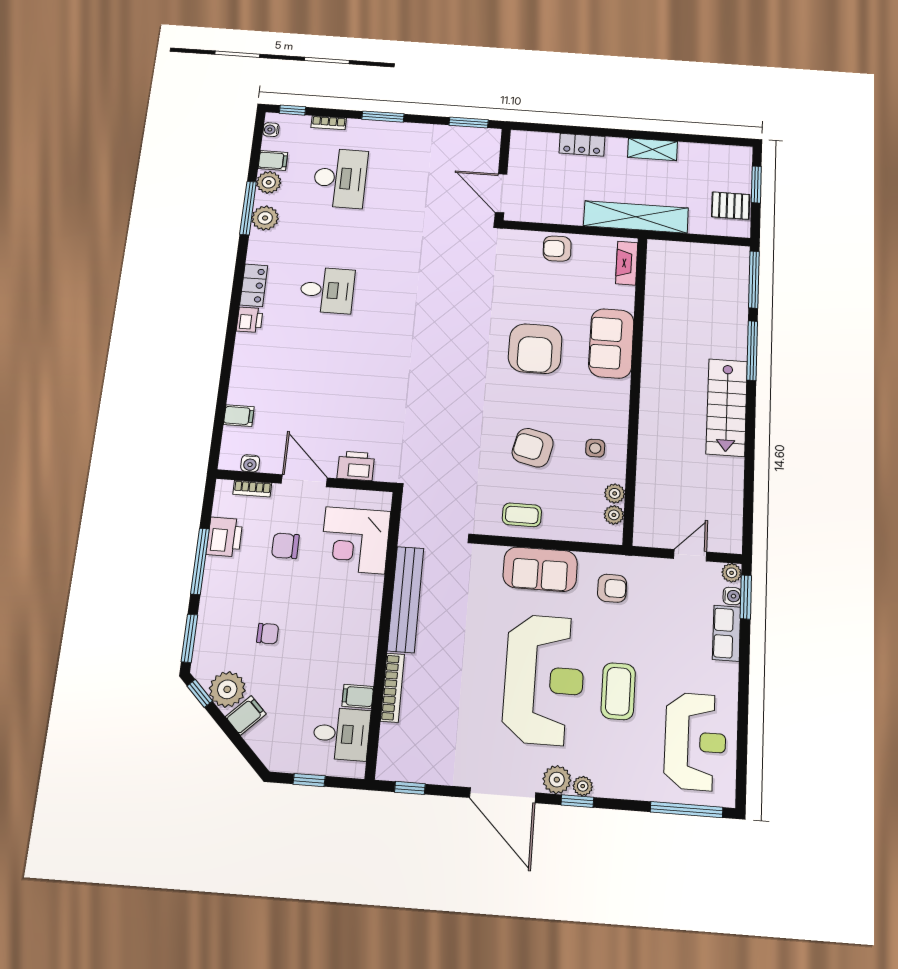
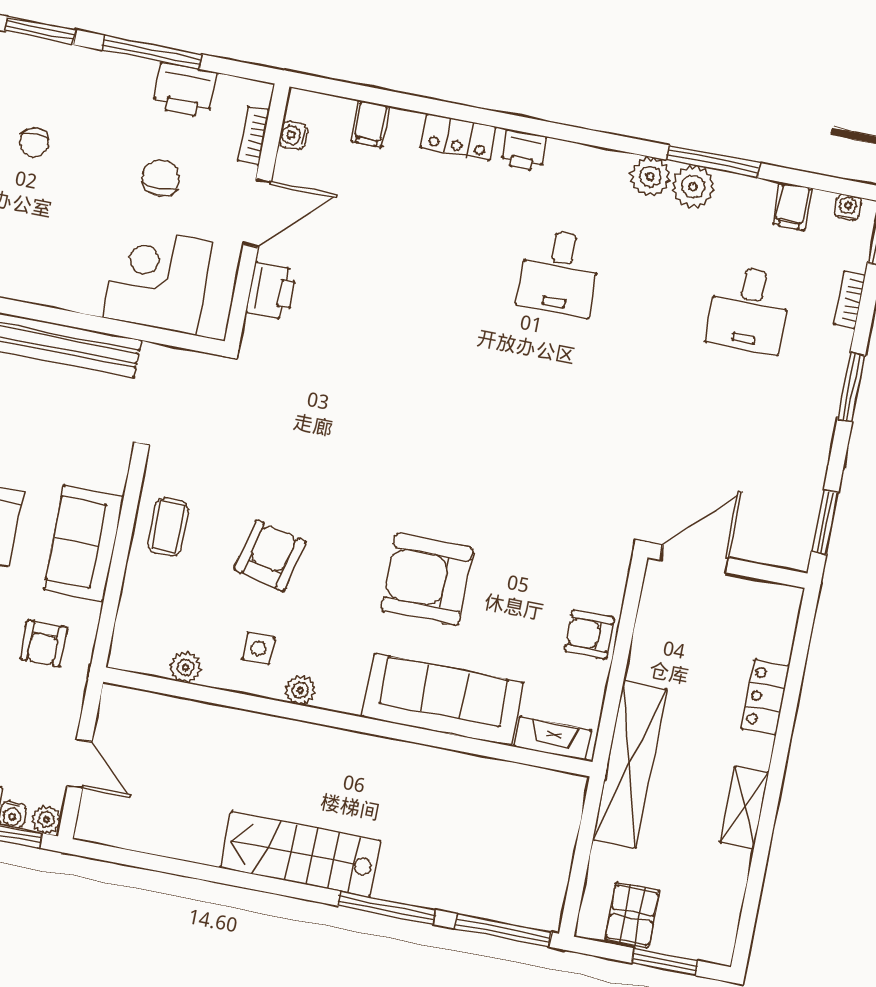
desk: (340, 178) -> (749, 309), width x0.73
plant: (269, 182) -> (650, 177), moved
armchair: (557, 249) -> (589, 634), turned -88
locker: (254, 285) -> (458, 137), moved
sofa: (611, 343) -> (442, 700), width x1.36
plant: (614, 515) -> (300, 690), moved

